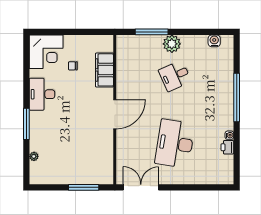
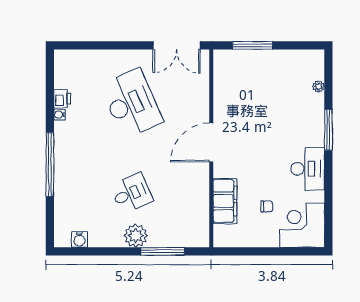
desk: (175, 144) -> (132, 103), turned -33

